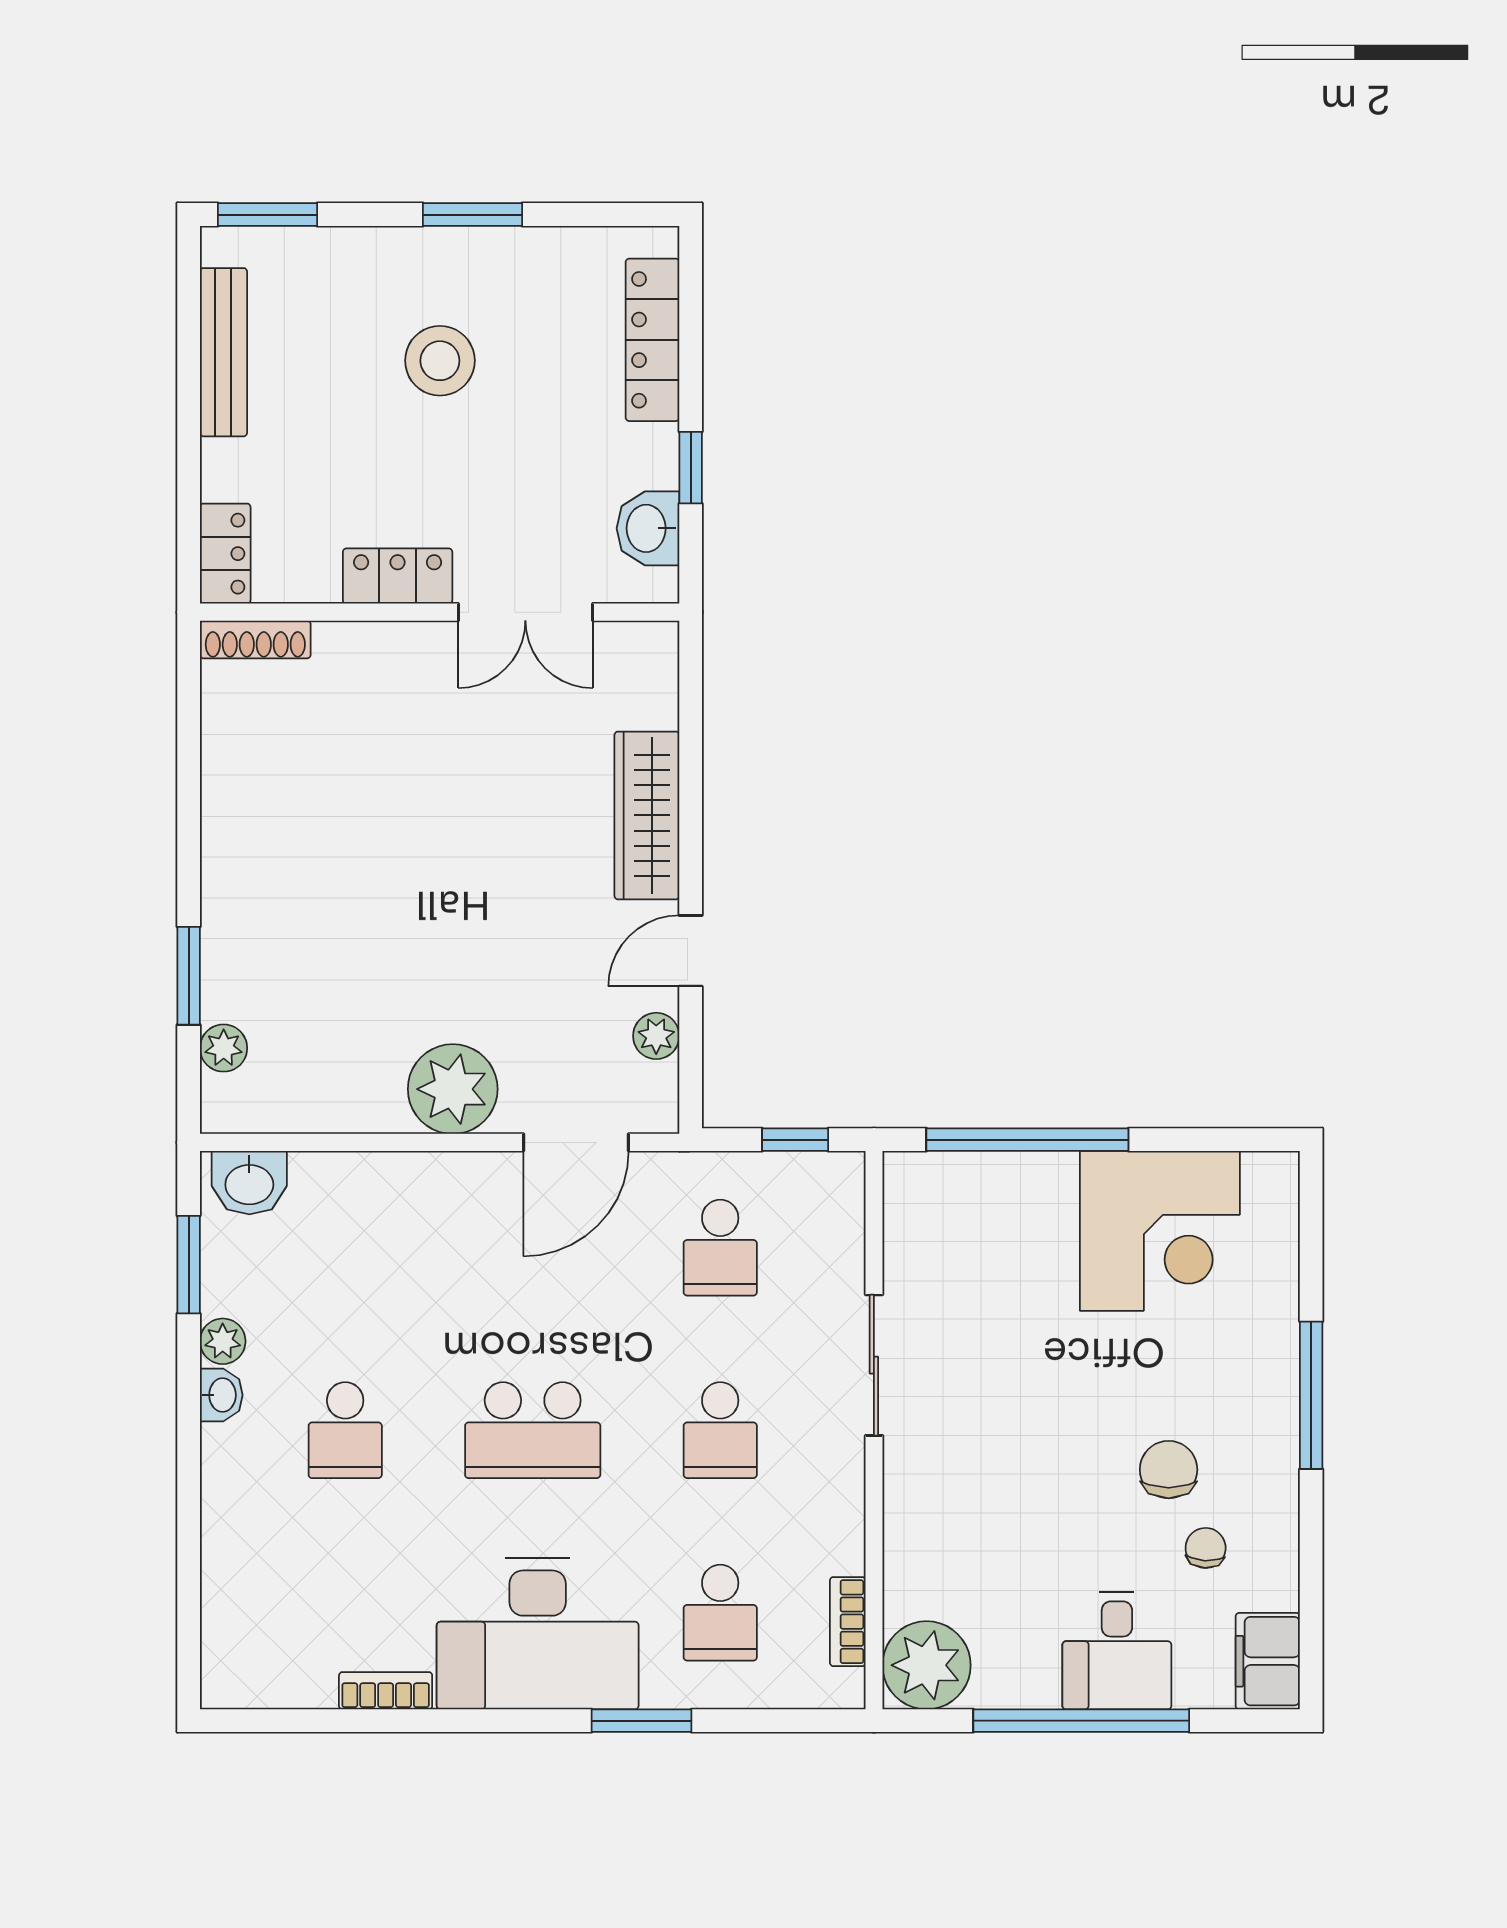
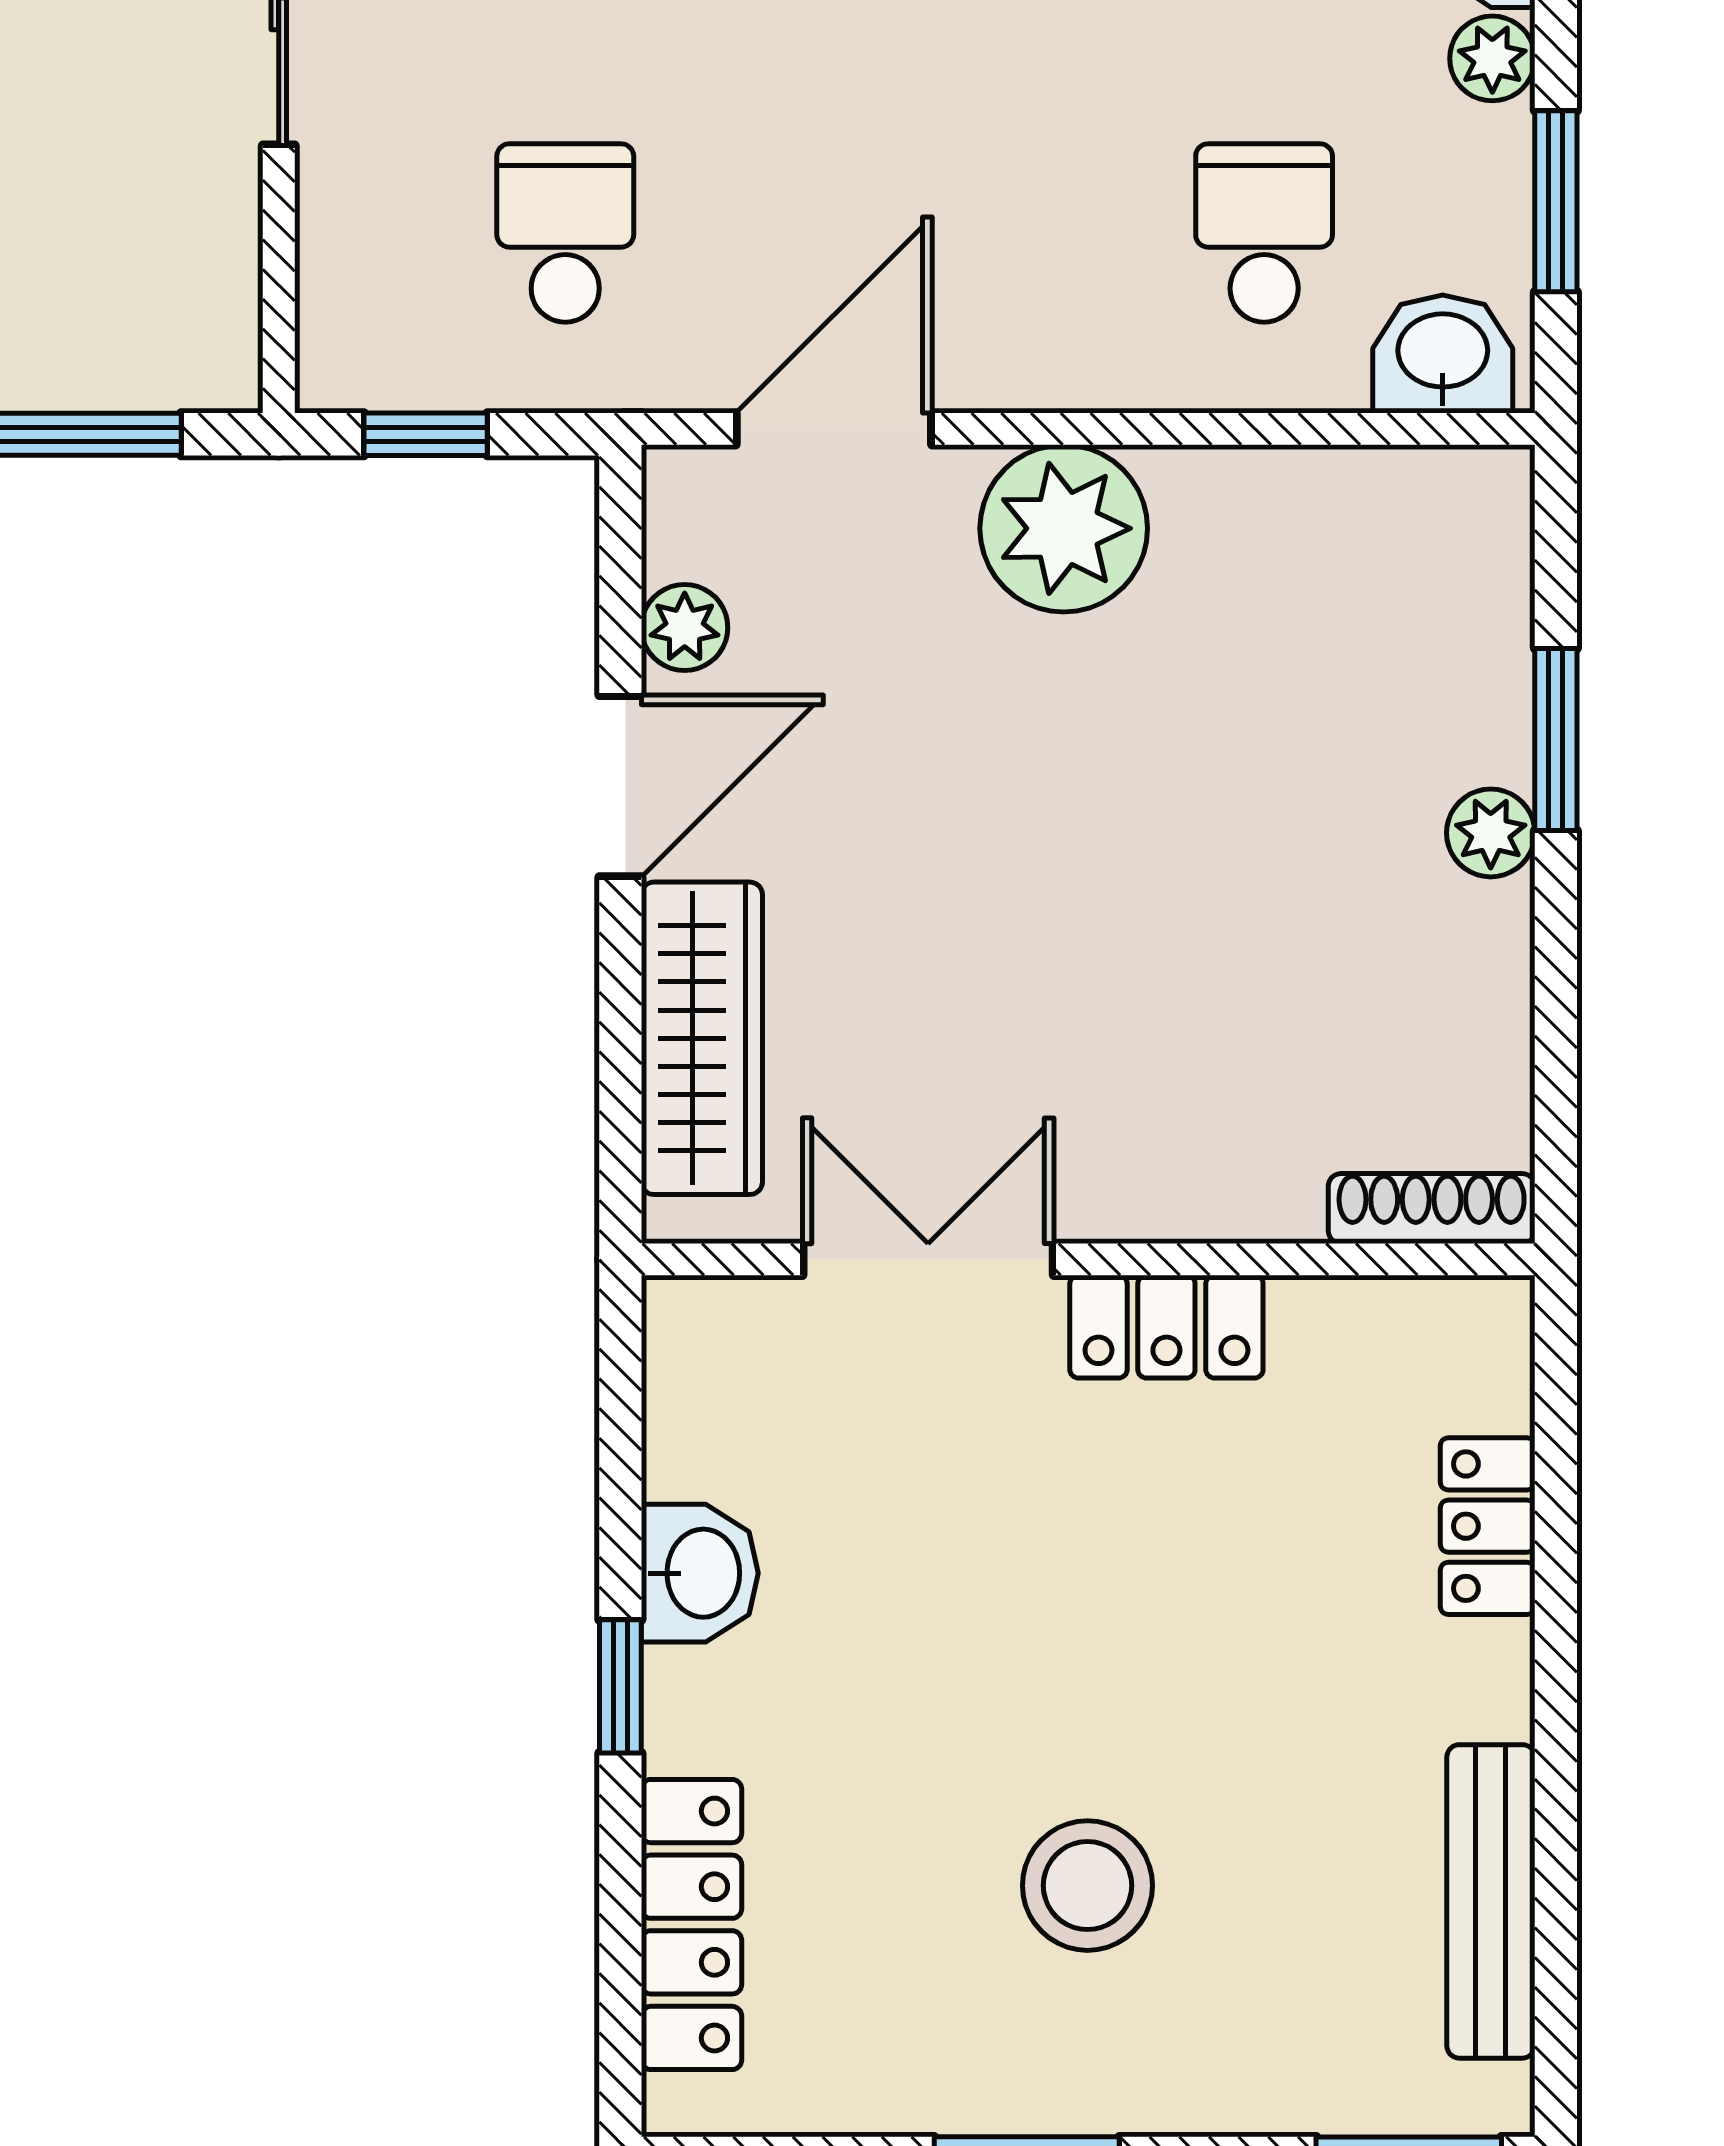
locker: (398, 576) -> (1166, 1327), moved
wall: (440, 612) -> (1088, 1259), moved
double door: (525, 612) -> (928, 1259), moved
shoe rack: (255, 639) -> (1432, 1208), moved
door: (691, 951) -> (620, 786), width x1.38
plant: (224, 1048) -> (1491, 833), moved
school desk: (345, 1248) -> (1264, 233), added

